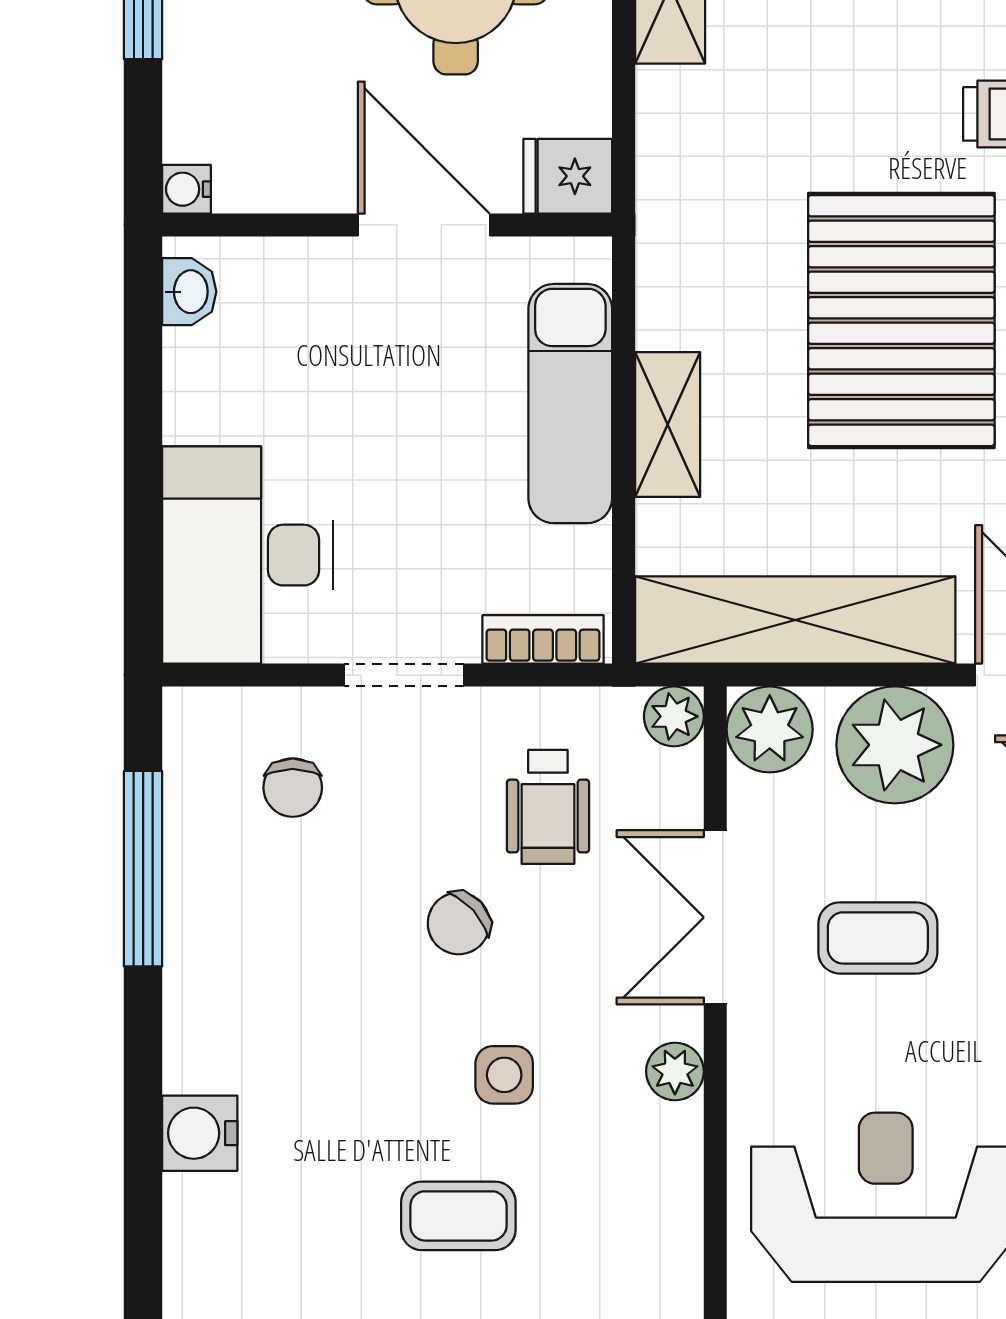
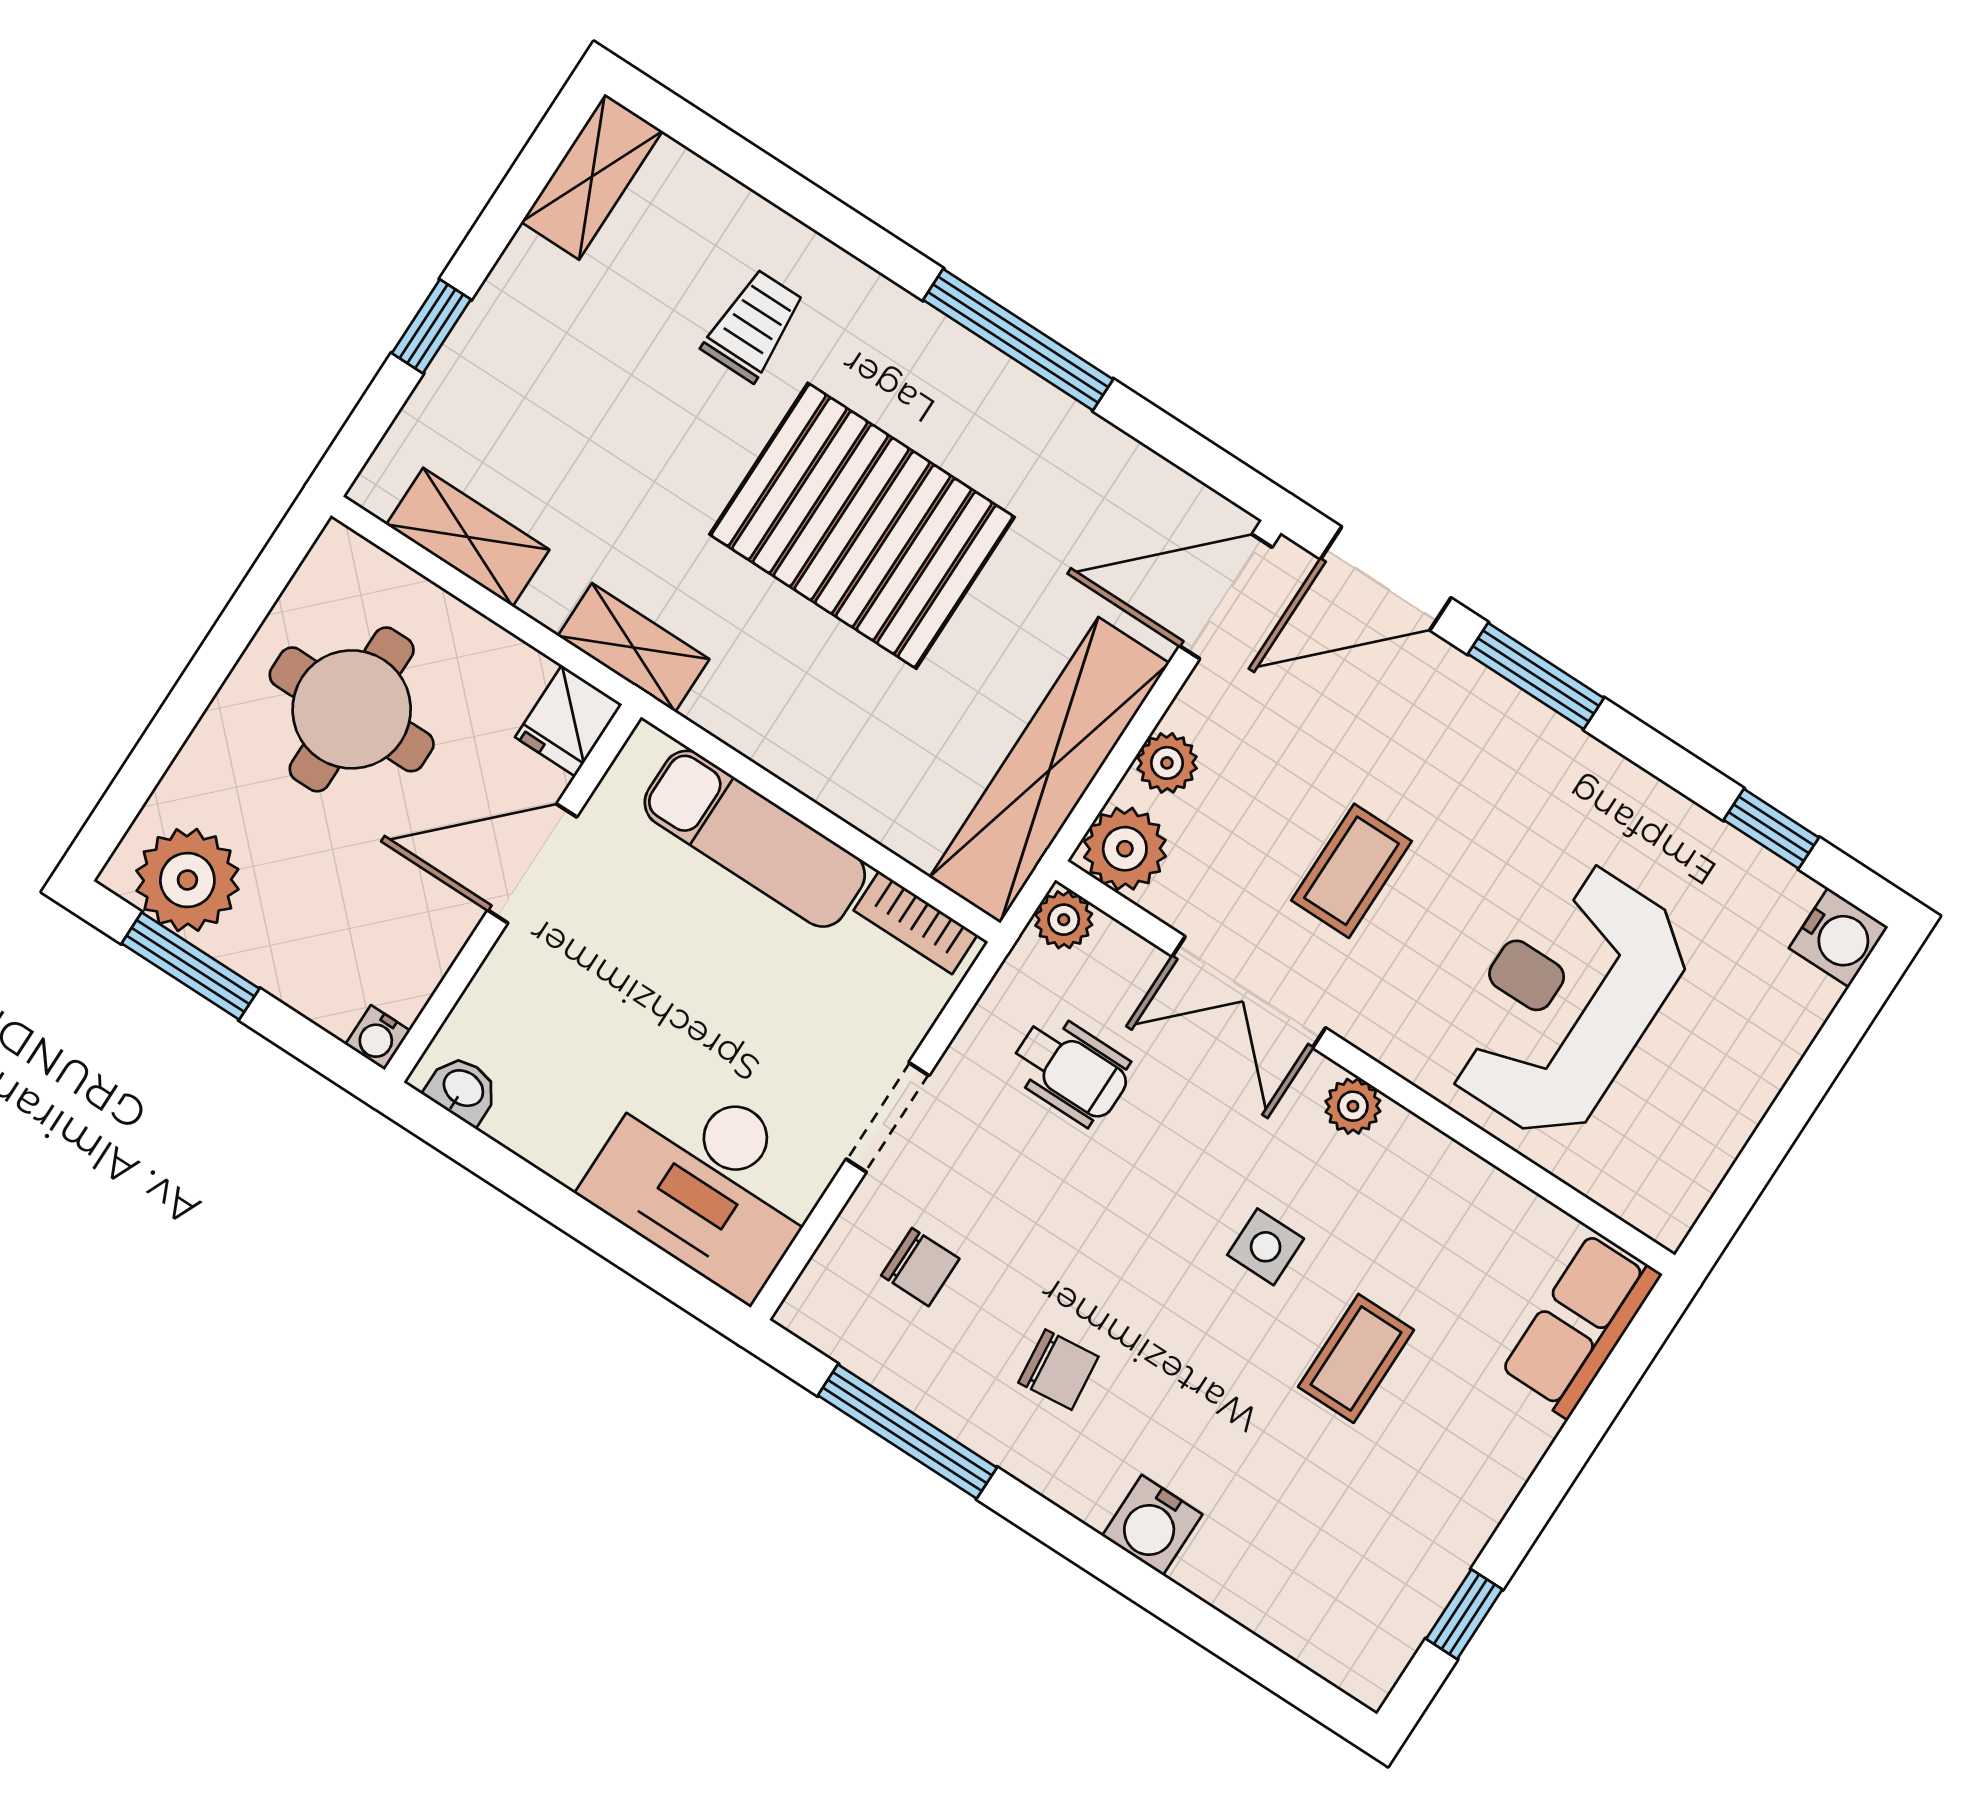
shelving: (668, 424) -> (634, 647), moved
bookcase: (543, 639) -> (916, 923), moved, turned -90
plant: (895, 745) -> (1167, 763), width x0.53, depth x0.53
chair: (459, 923) -> (1058, 1370), moved, turned -54

